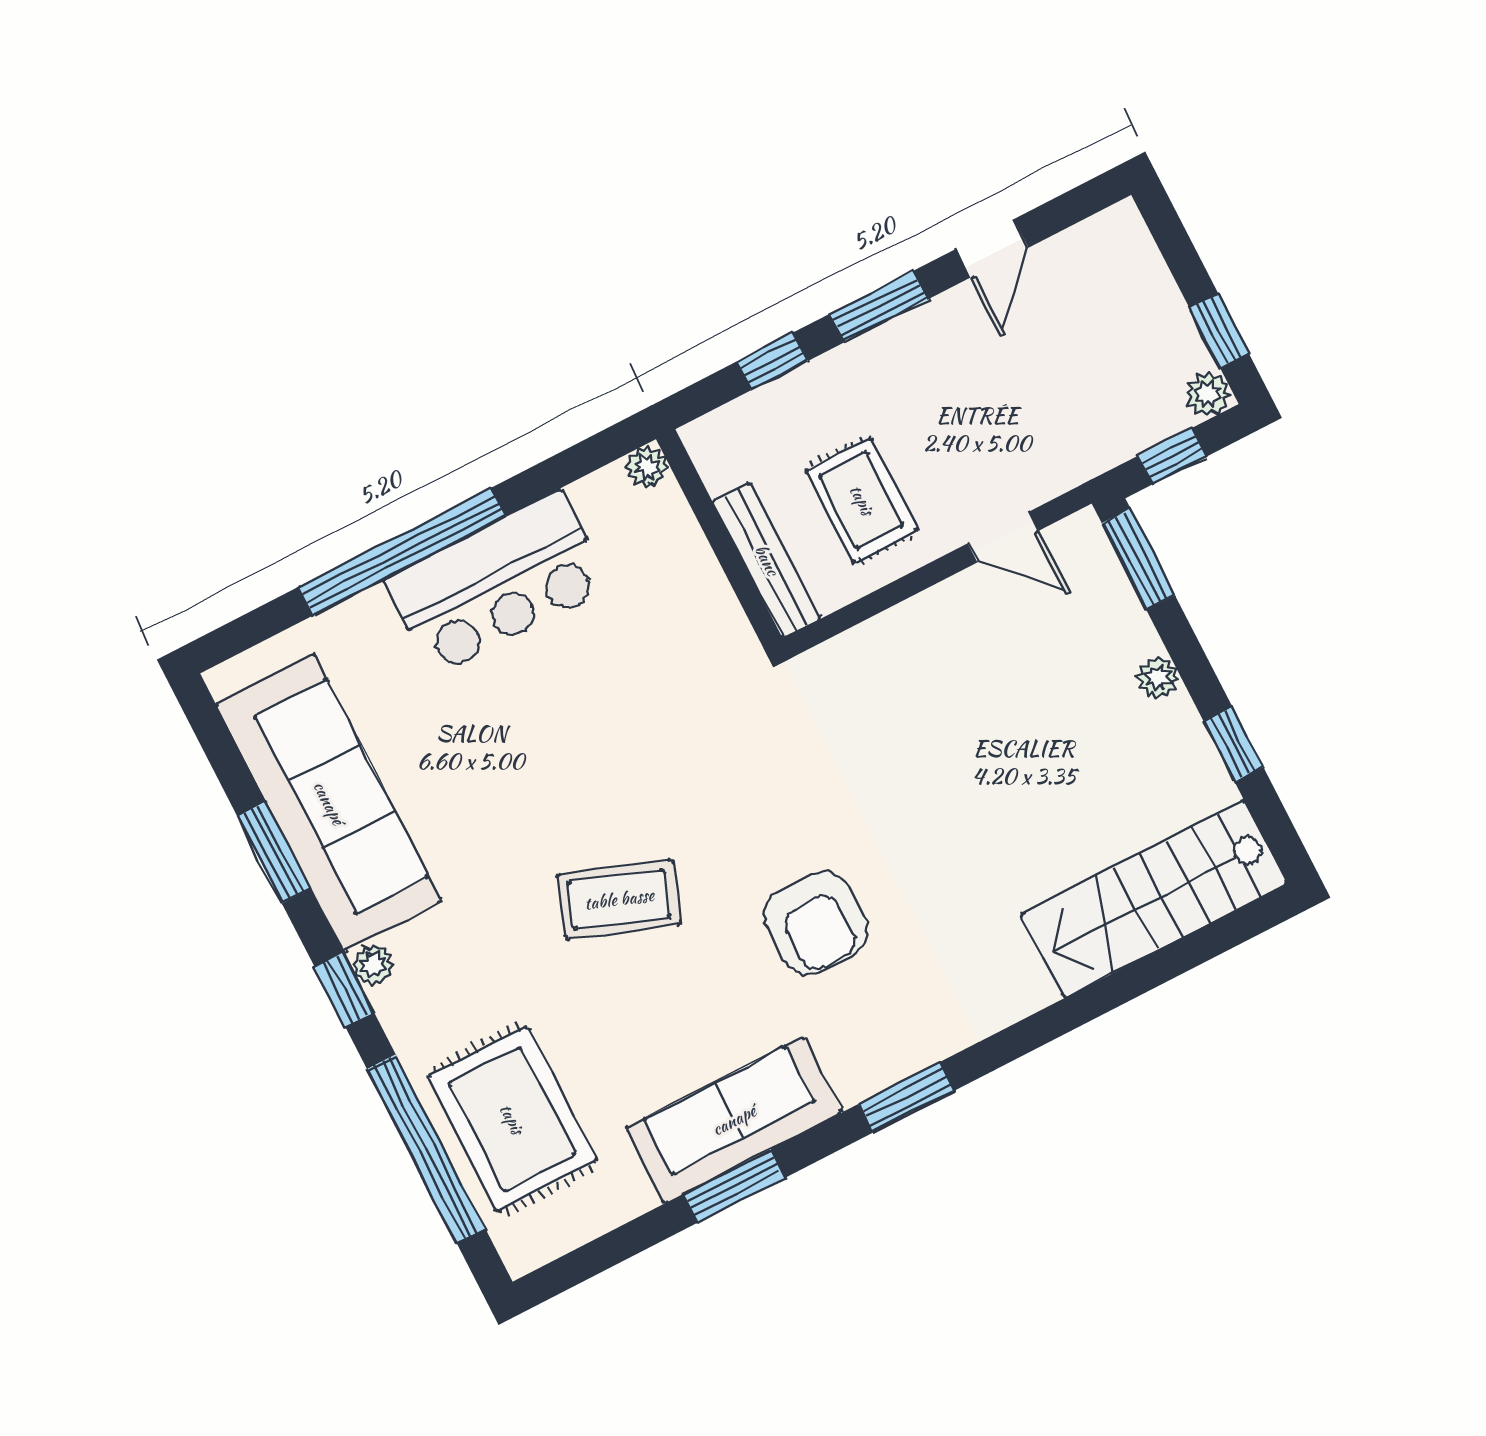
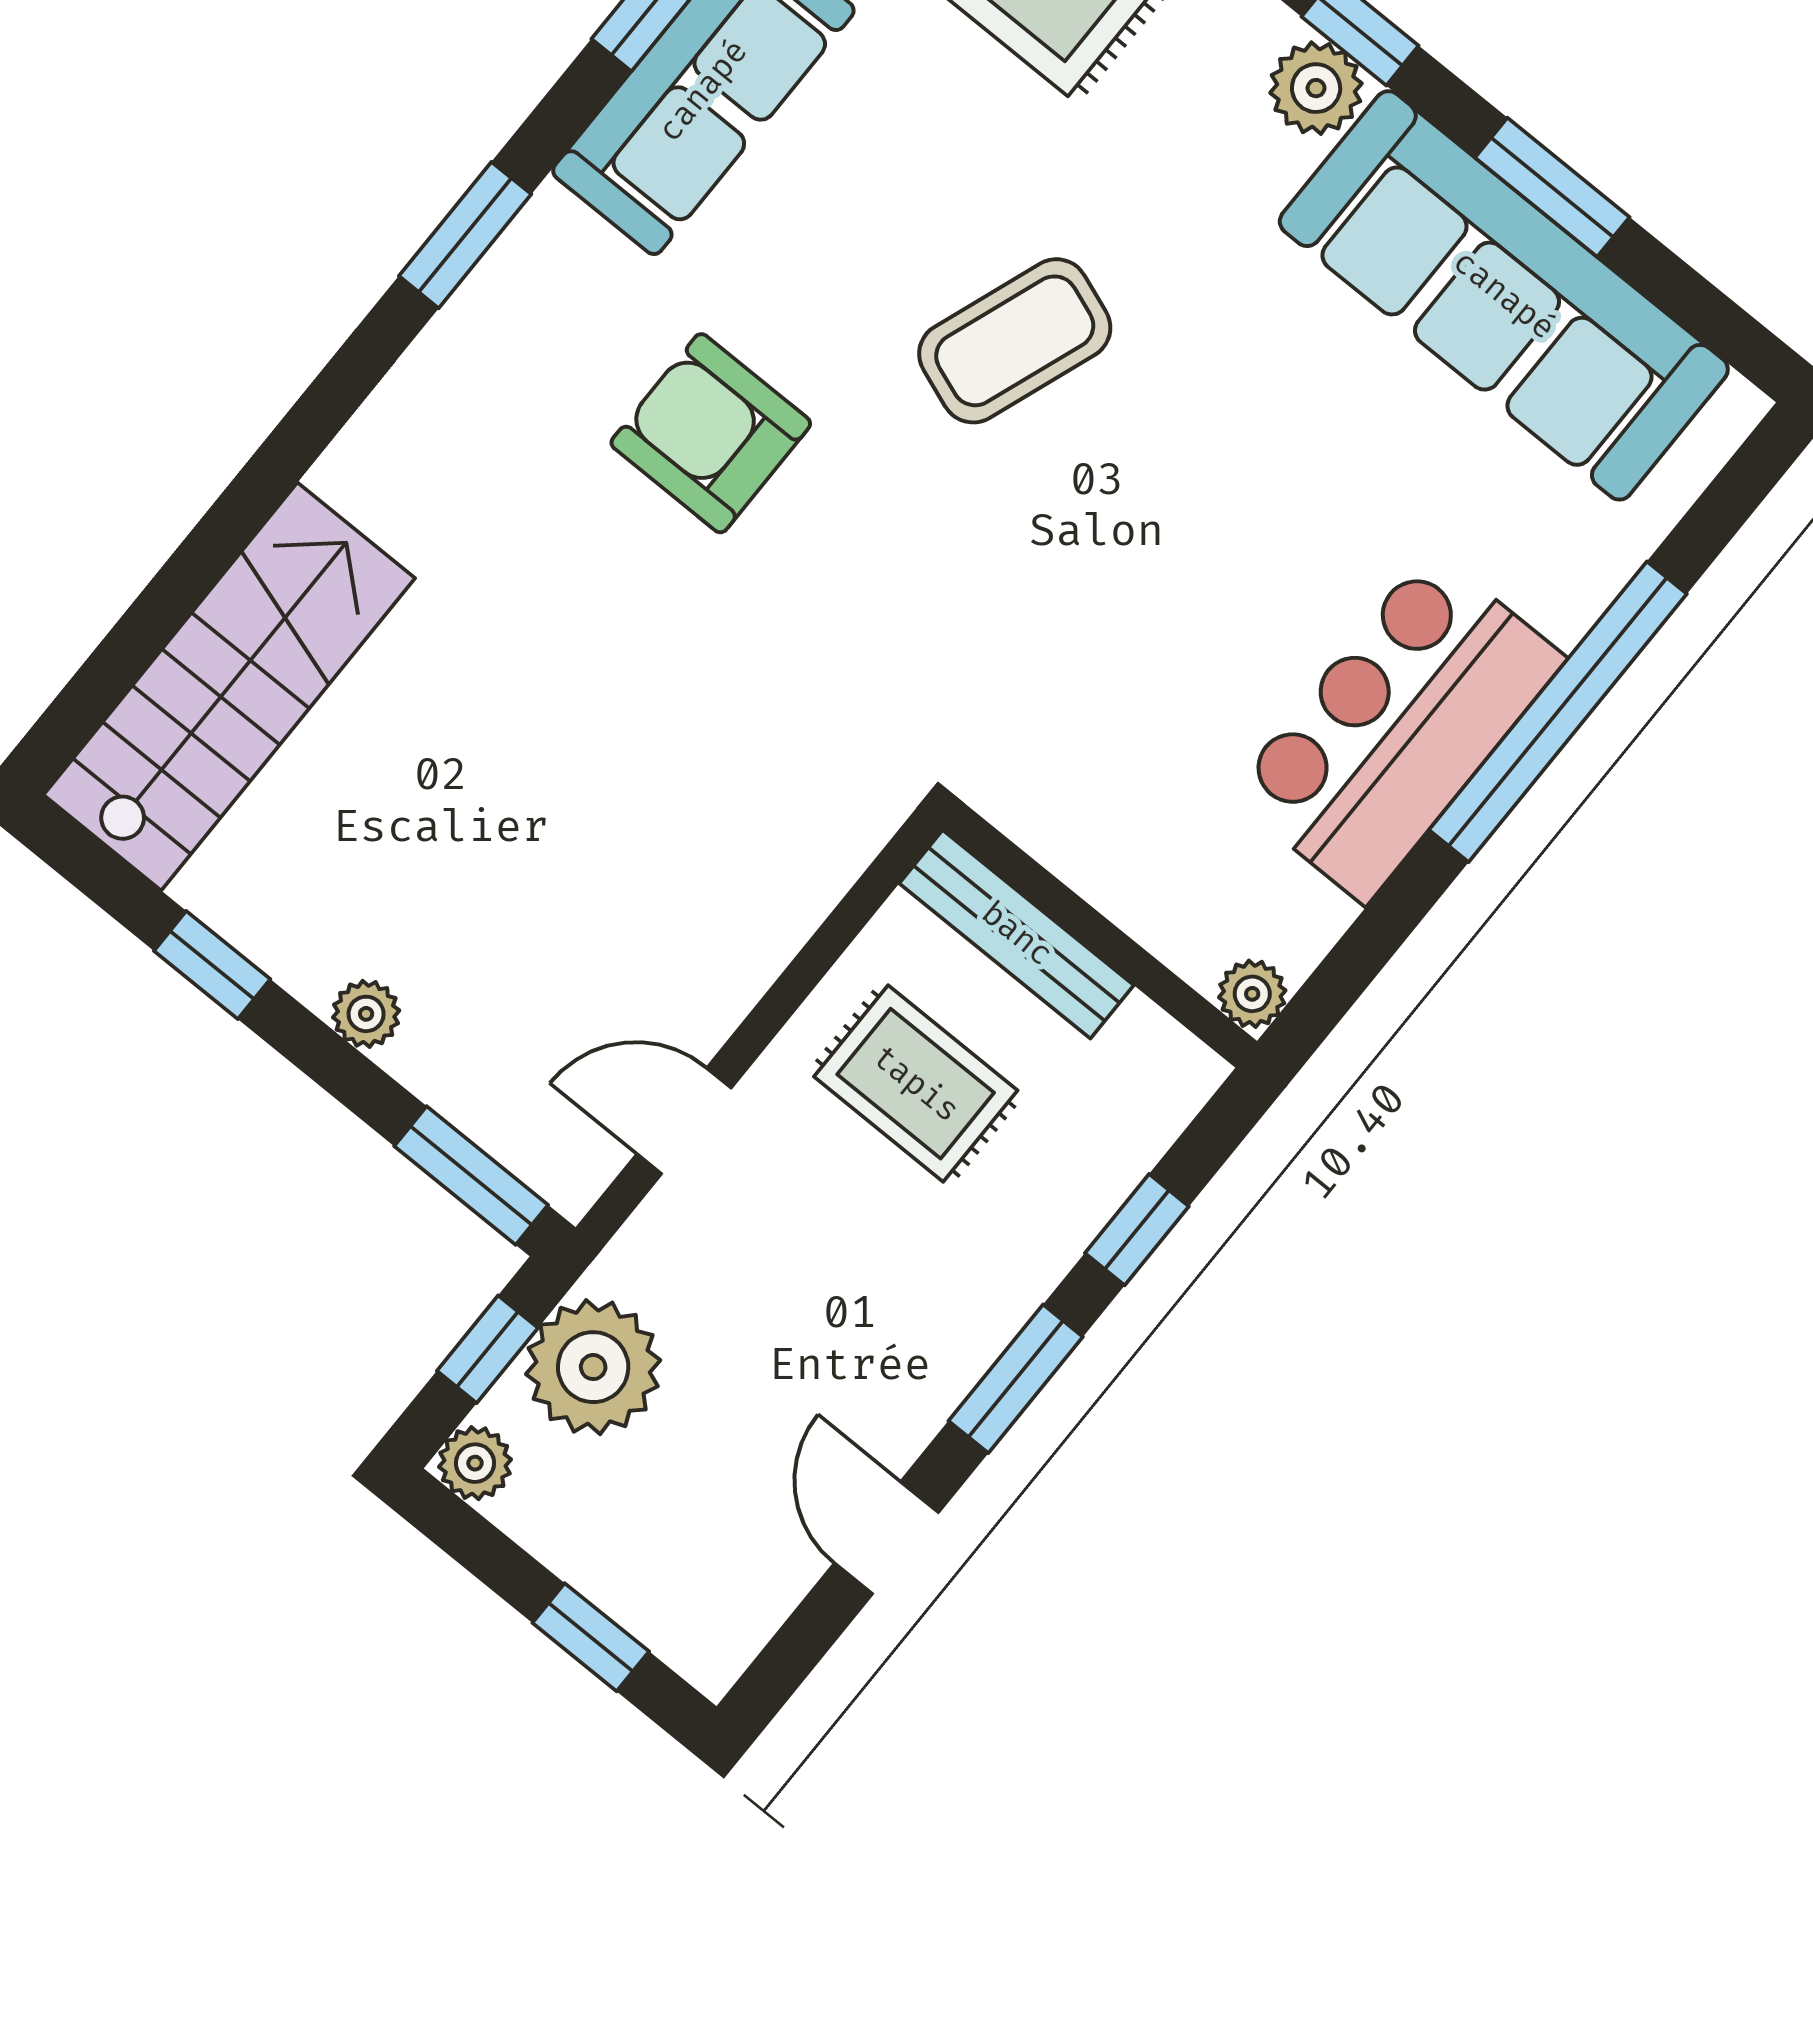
window: (1219, 331) -> (591, 1637), moved
plant: (1117, 419) -> (593, 1367), added
plant: (373, 965) -> (1316, 88), width x1.38, depth x1.38

